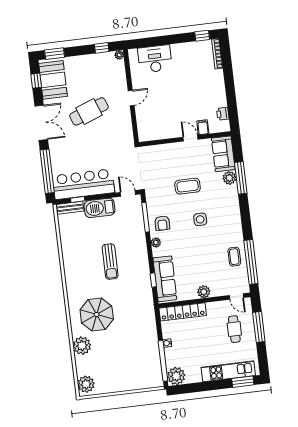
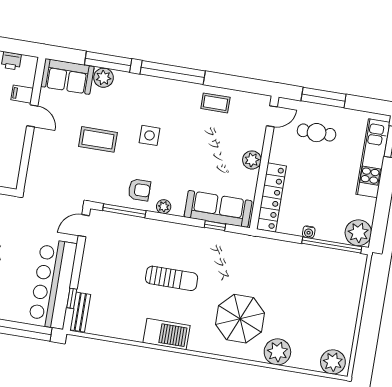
door: (190, 138) -> (32, 116), swing flipped
coffee table: (188, 186) -> (98, 139), turned 90
barbecue: (100, 208) -> (167, 334), moved, turned -90
window: (251, 262) -> (173, 73), moved

